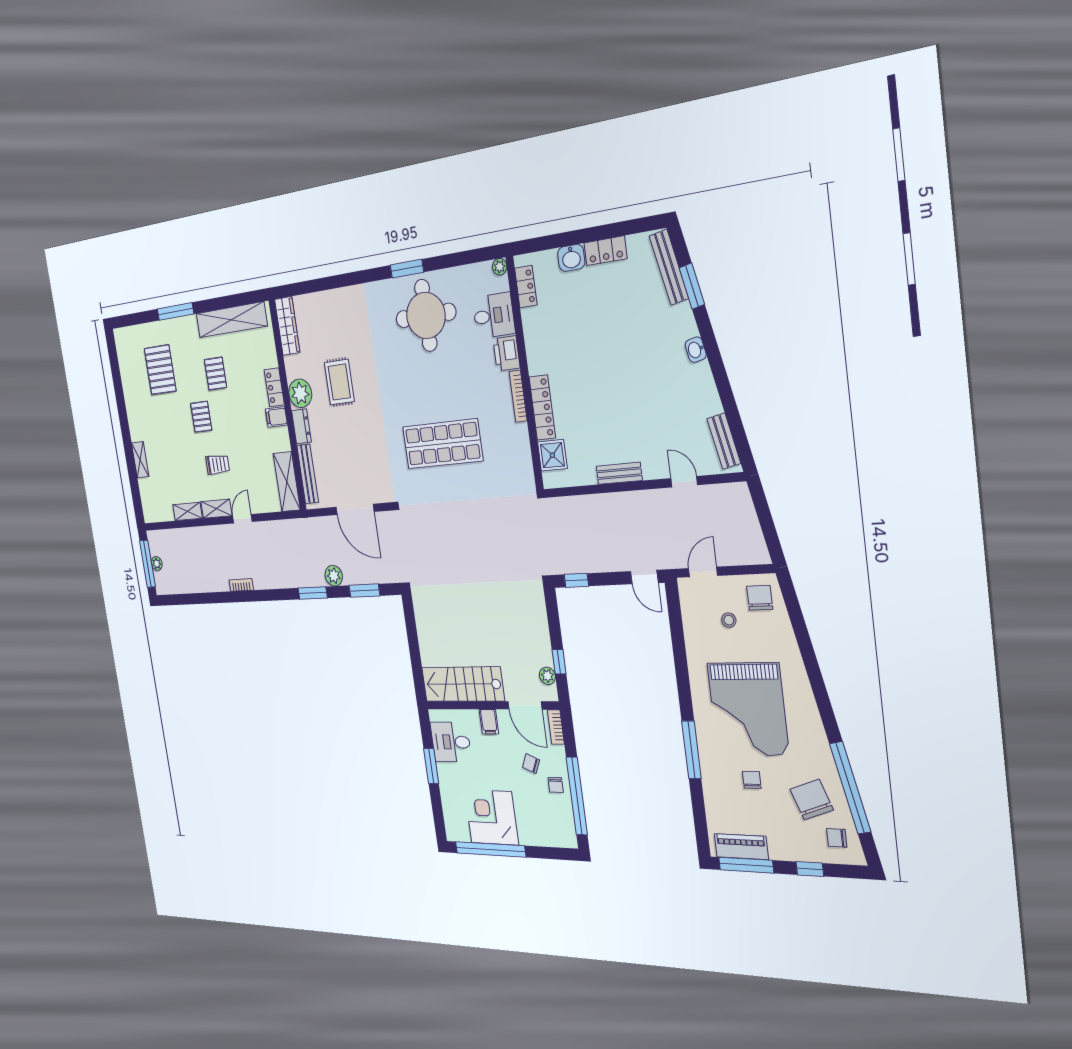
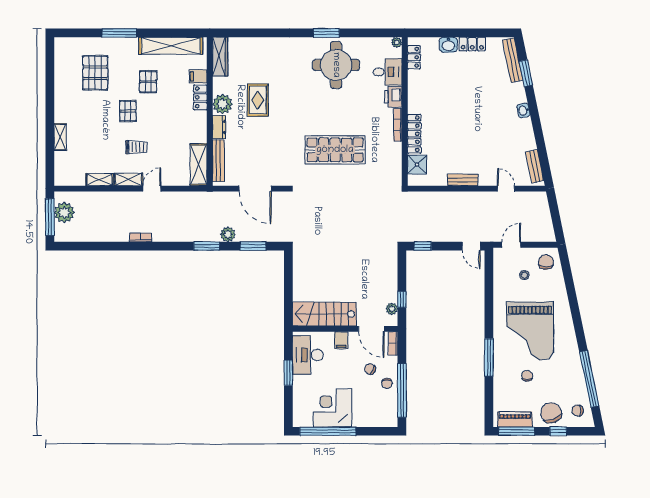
filing cabinet: (276, 417) -> (198, 76), moved
plant: (157, 563) -> (64, 213), width x1.88, depth x1.88
desk: (451, 742) -> (308, 355), width x1.37
chair: (812, 800) -> (551, 413), moved

